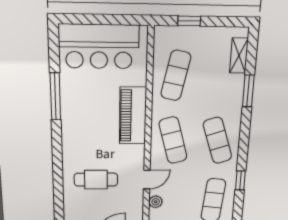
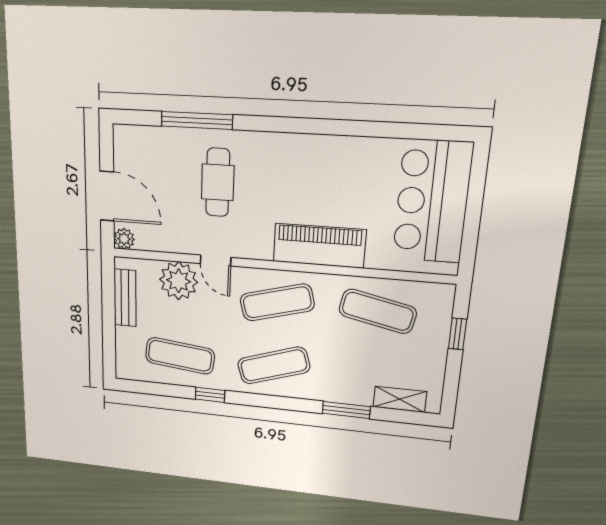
window: (55, 97) -> (197, 120), moved
plant: (156, 202) -> (179, 281), width x1.88, depth x1.88

